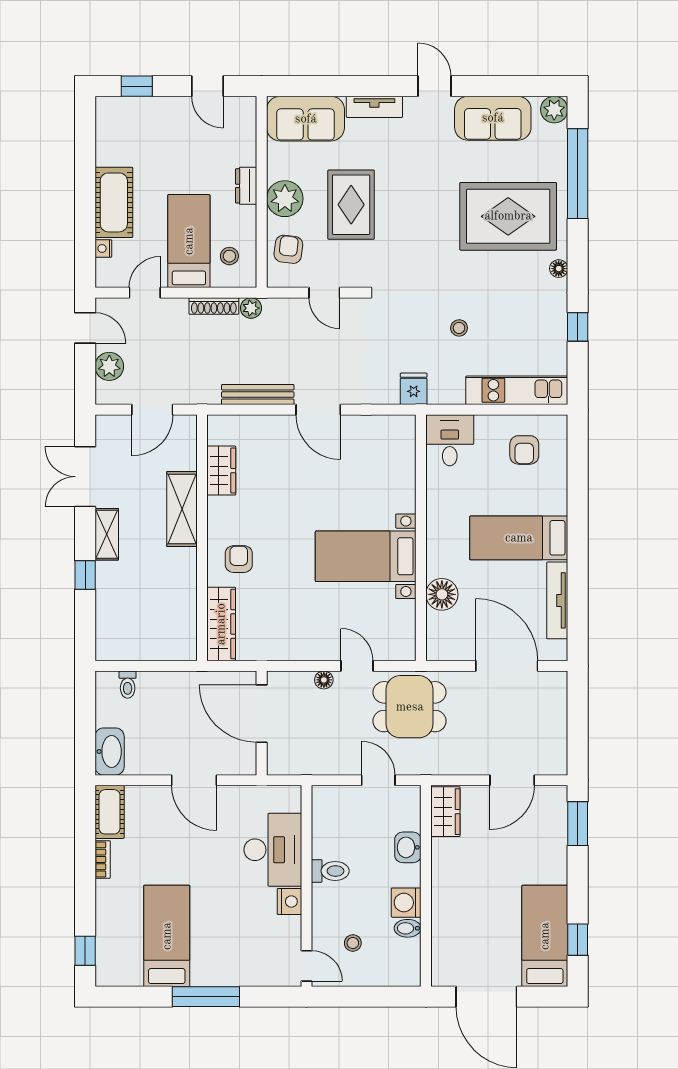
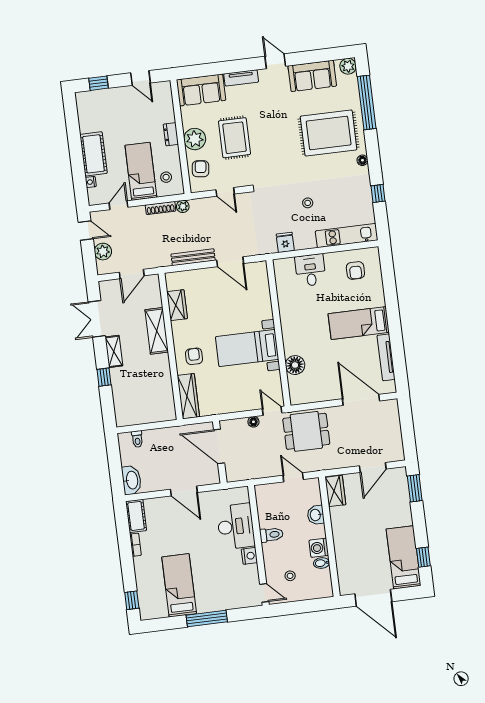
wall: (421, 538) -> (278, 333), moved
bed with nightstands: (366, 556) -> (247, 348), moved
floor lamp: (442, 594) -> (295, 365), moved

